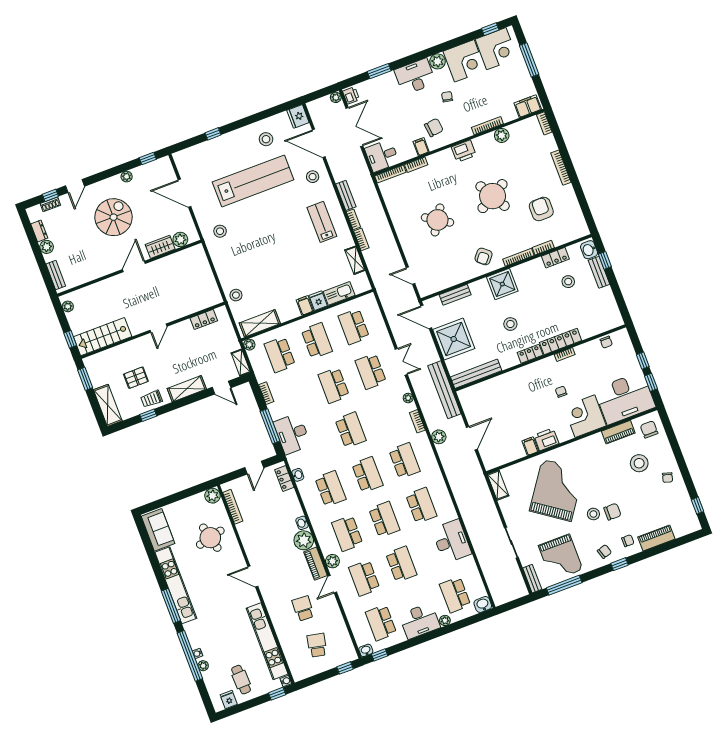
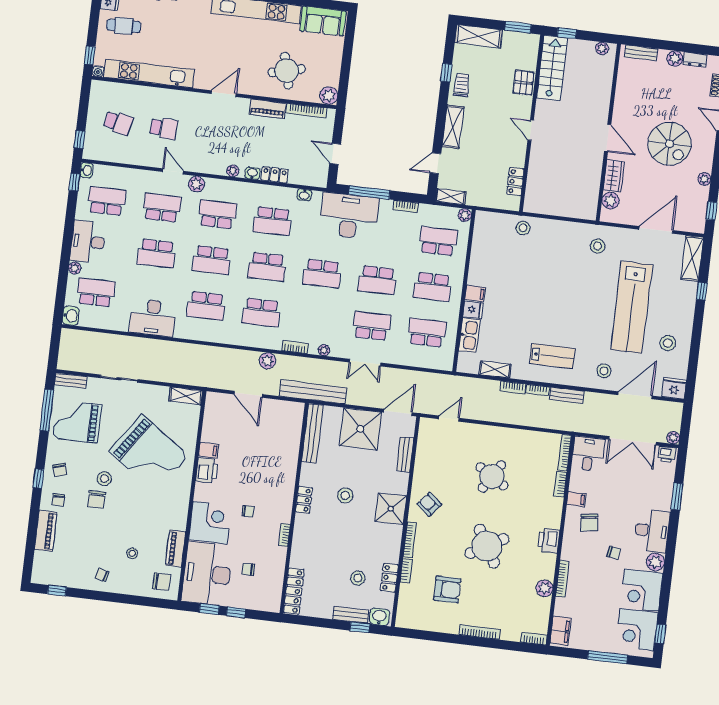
shelving: (260, 323) -> (692, 258), moved
locker: (561, 341) -> (294, 591), moved
chair: (606, 342) -> (248, 569), moved
pallet: (136, 378) -> (524, 83), moved
school desk: (334, 385) -> (377, 280), turned 180
desk: (292, 434) -> (349, 216), width x1.36, depth x1.30
stool: (639, 463) -> (132, 553), width x0.53, depth x0.53
locker: (284, 479) -> (275, 175), moved
plant: (304, 540) -> (233, 171), width x0.53, depth x0.53
piano: (316, 564) -> (267, 109), moved, turned 180

